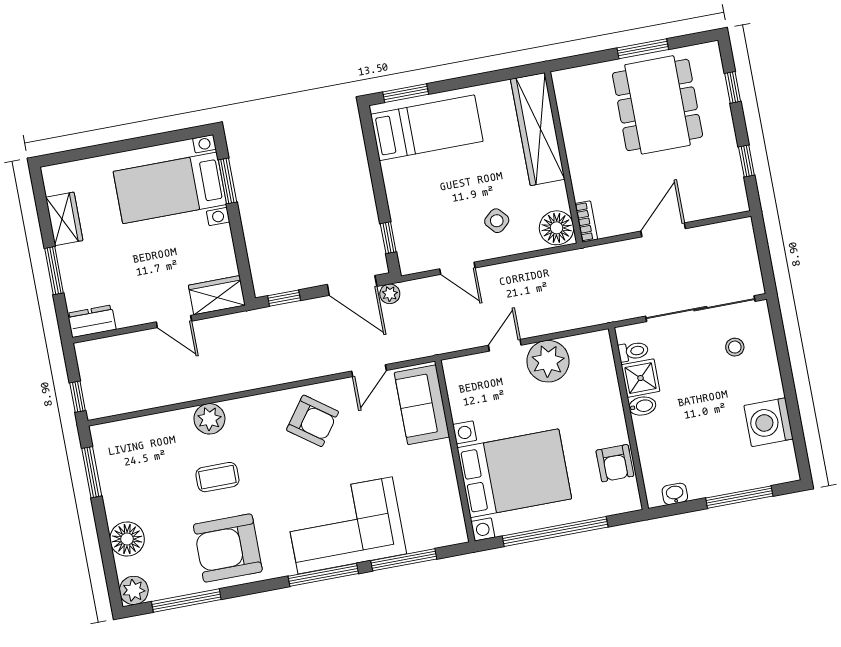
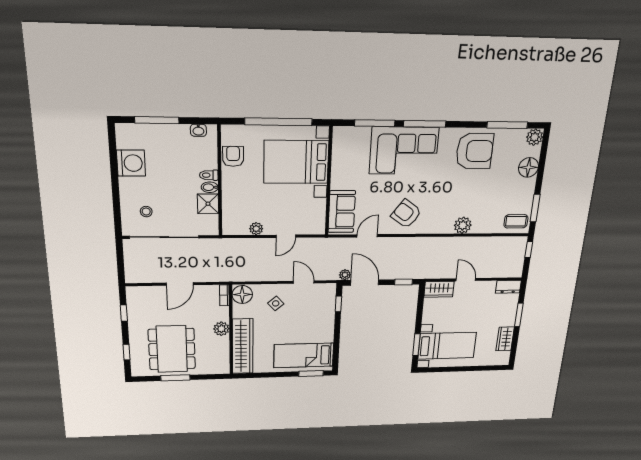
plant: (580, 158) -> (221, 329), added
toilet: (633, 351) -> (209, 175), moved
plant: (548, 361) -> (256, 229), width x0.53, depth x0.53
coffee table: (217, 477) -> (516, 221), moved

